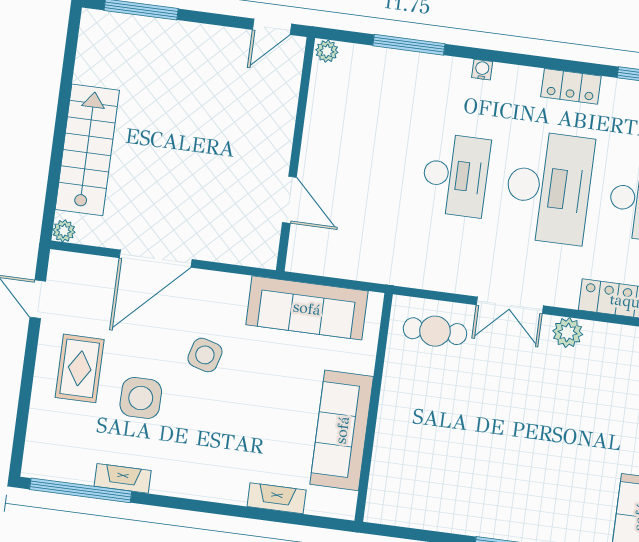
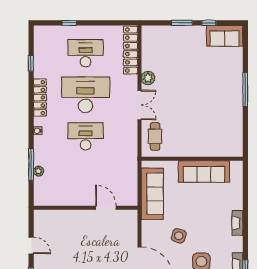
door: (272, 27) -> (31, 245), moved
plant: (327, 51) -> (39, 171), moved
locker: (571, 86) -> (40, 98), width x1.53
door: (289, 200) -> (106, 208), hinge flipped
fireplace: (277, 498) -> (237, 223), moved

